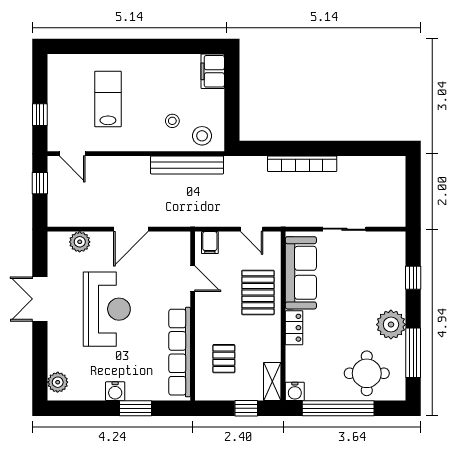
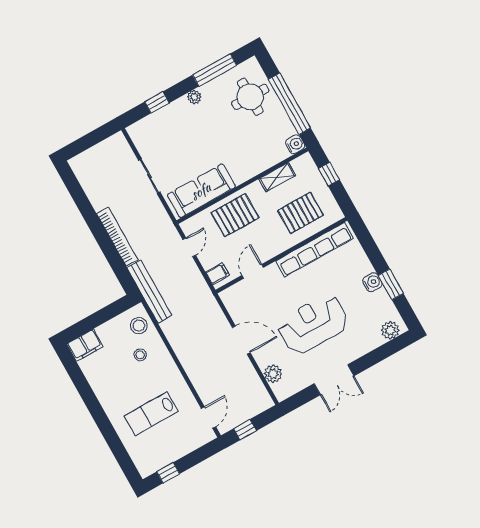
window: (40, 115) -> (168, 473), moved
bench: (187, 165) -> (149, 292), moved
plant: (391, 325) -> (194, 97), width x0.53, depth x0.53
locker: (294, 328) -> (247, 172), removed
pallet: (224, 359) -> (301, 213), width x1.50, depth x1.42
shelving: (272, 382) -> (277, 177), moved
window: (135, 408) -> (391, 284), moved

